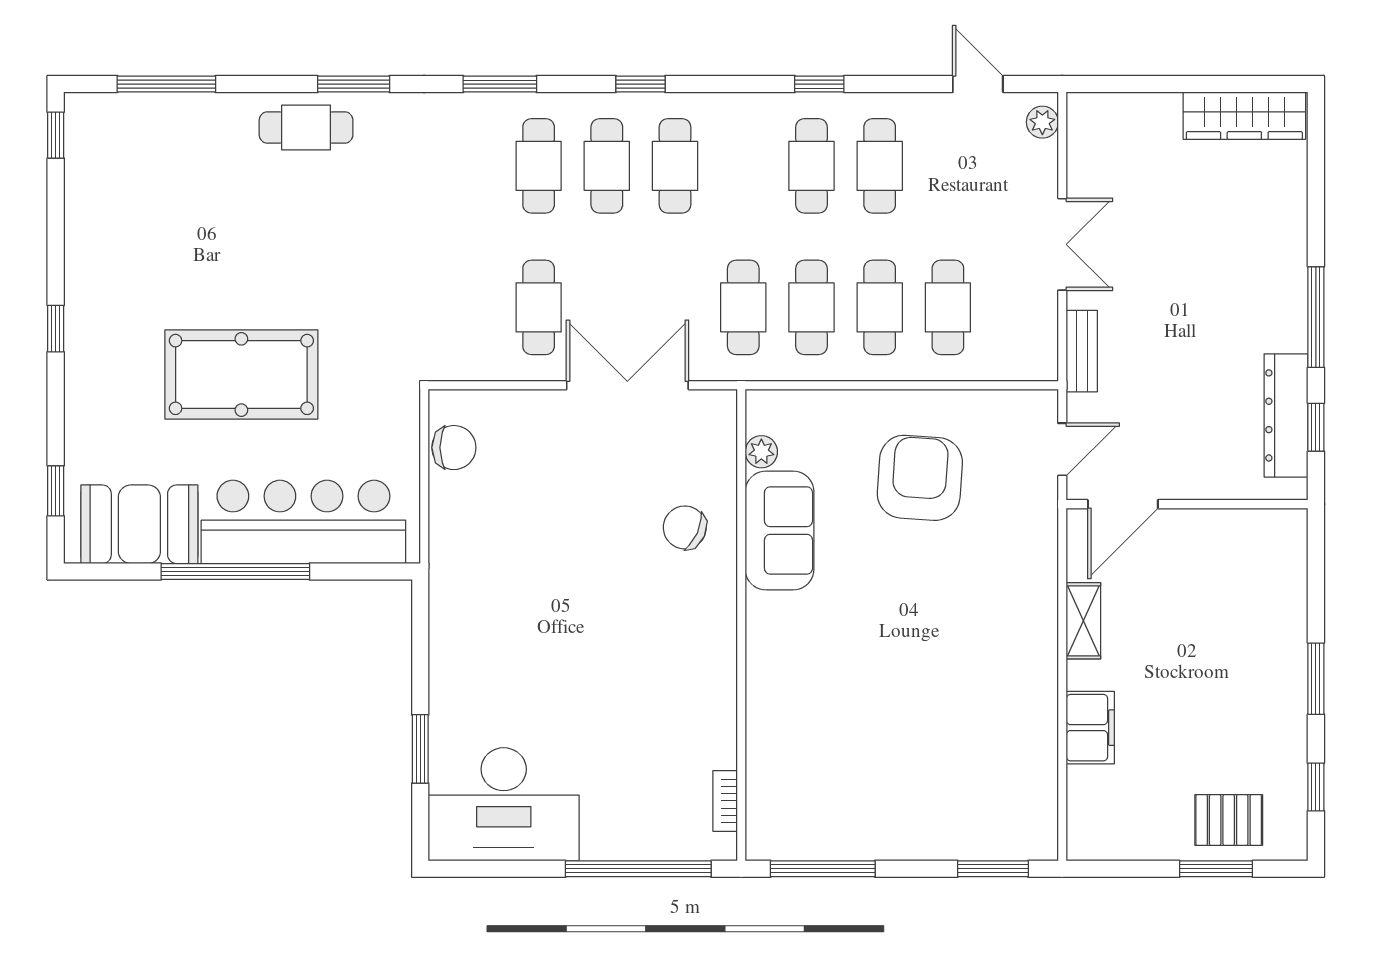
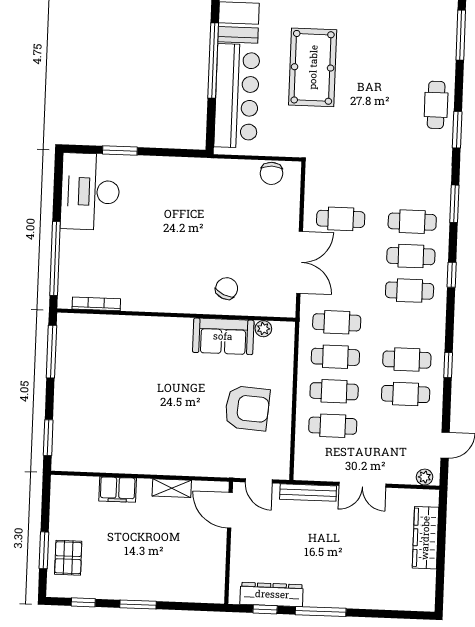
wardrobe: (1244, 116) -> (425, 538), moved
bench: (1082, 351) -> (308, 493), width x1.36
bookcase: (725, 801) -> (96, 304), width x1.56

